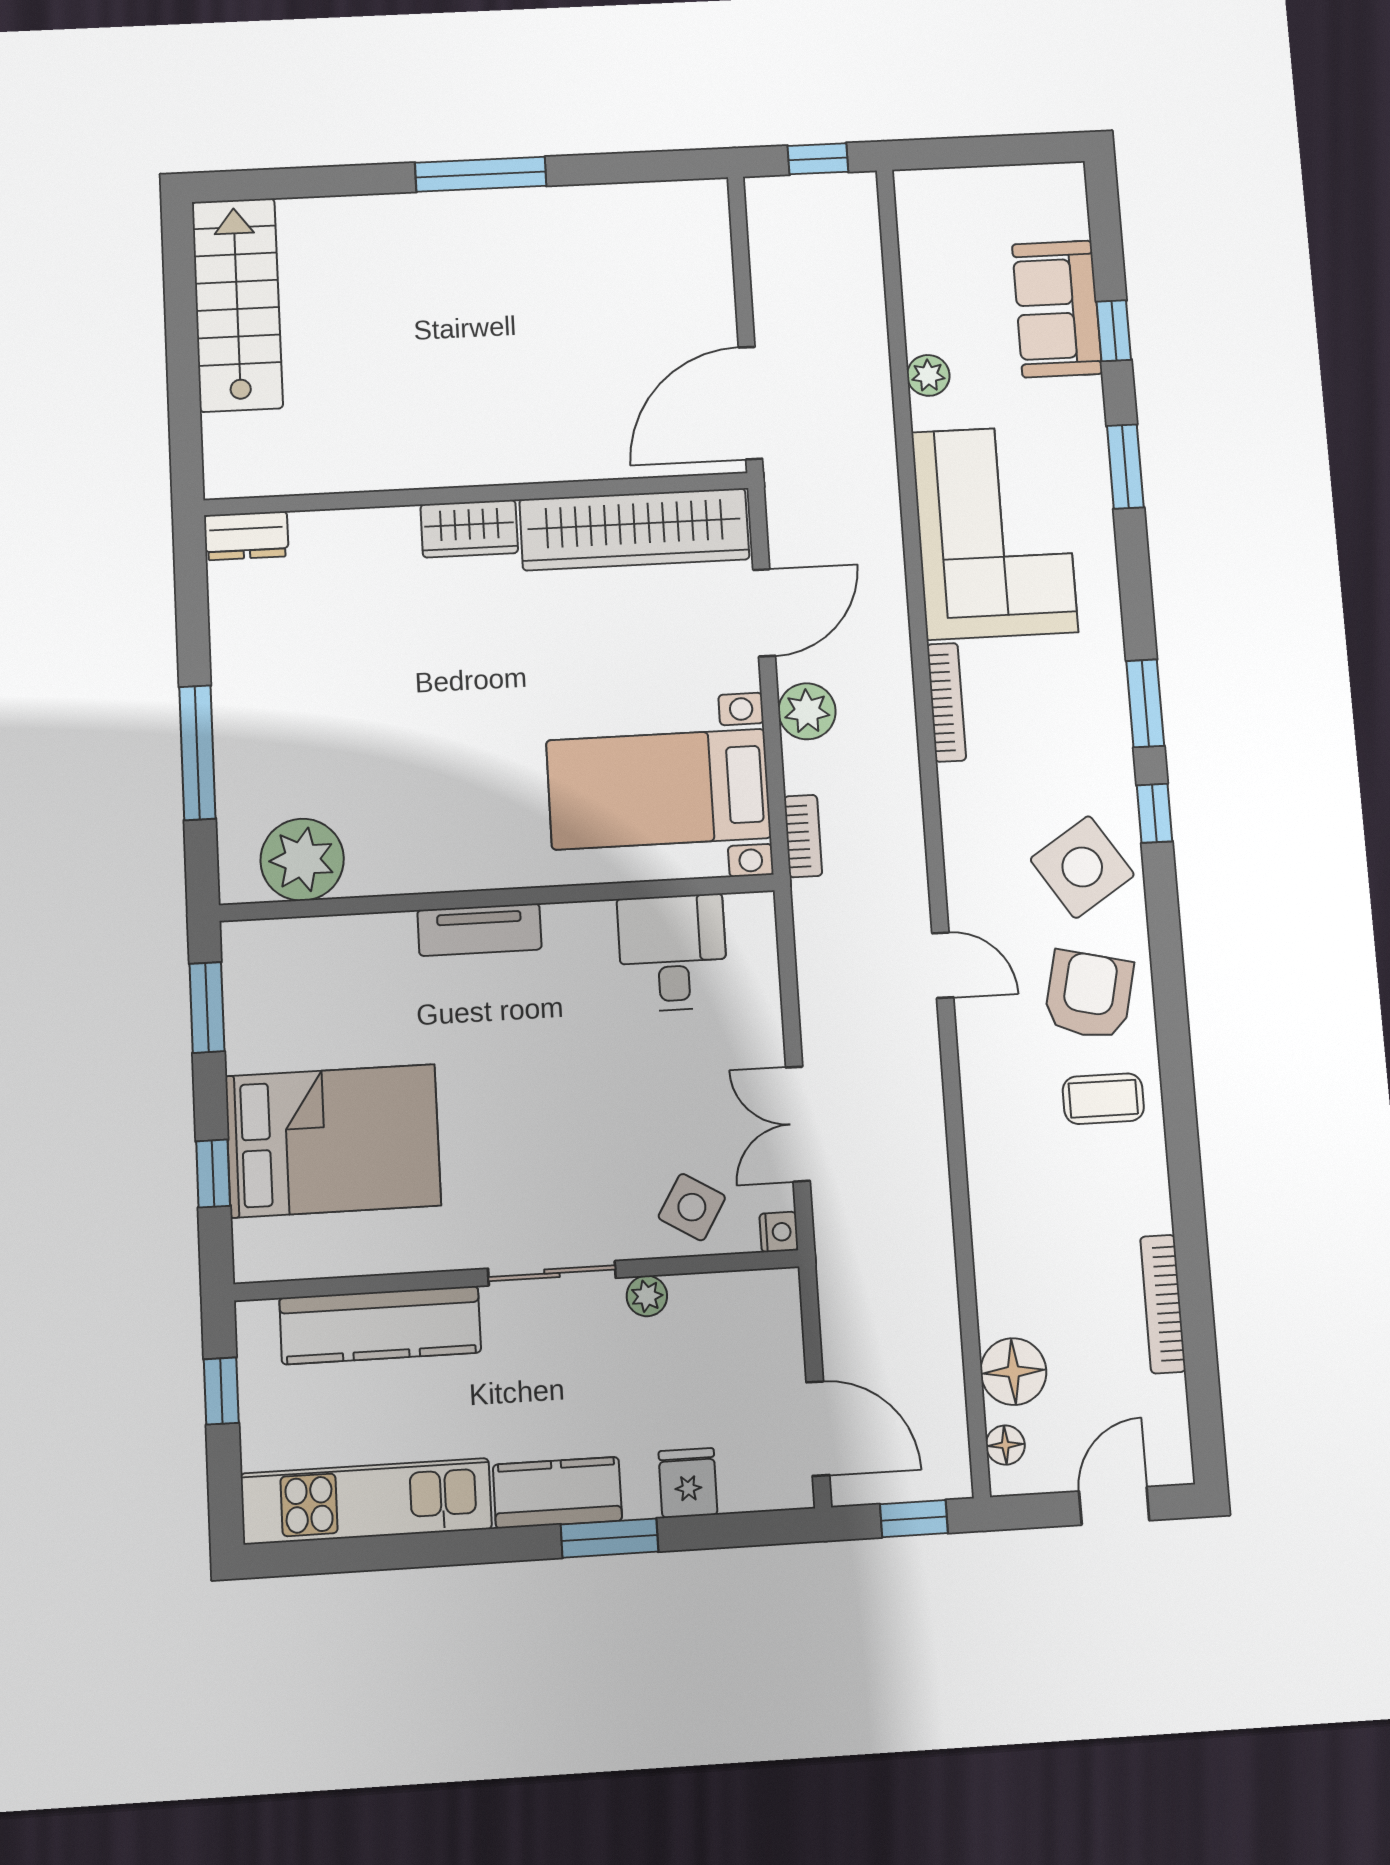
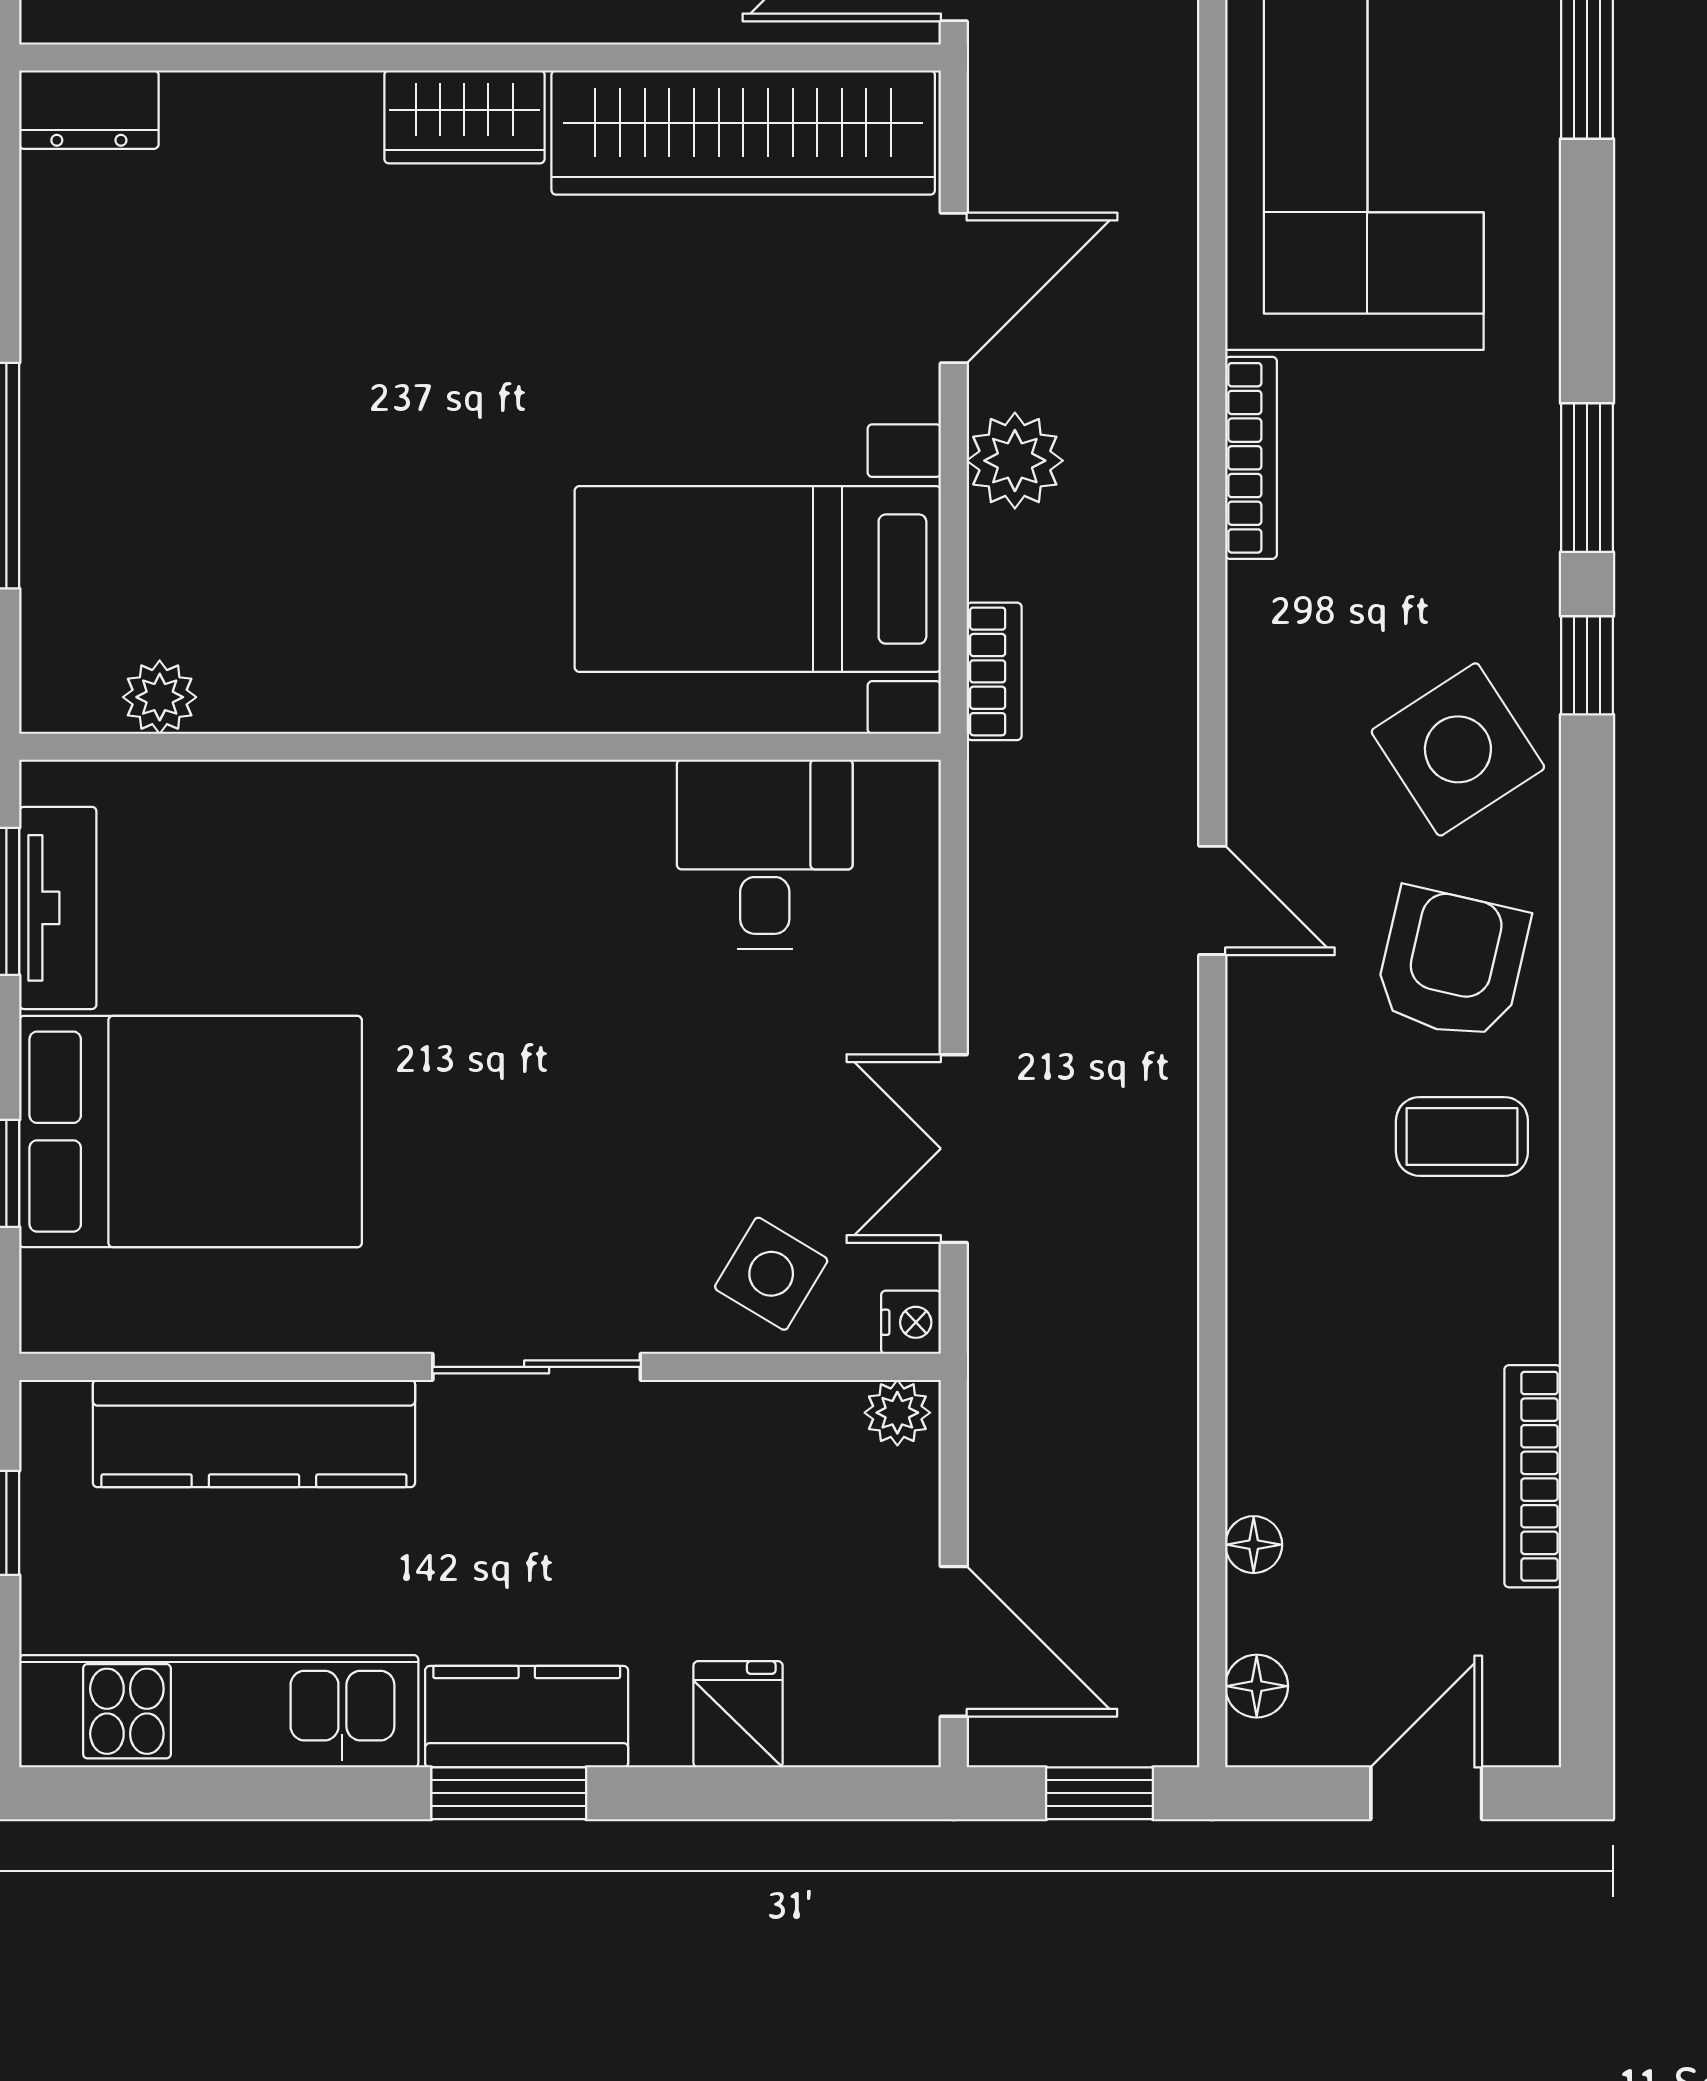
plant: (302, 860) -> (160, 697), width x0.53, depth x0.53
tv unit: (479, 930) -> (58, 908), moved, turned -90
plant: (647, 1296) -> (897, 1413), moved
floor lamp: (1013, 1372) -> (1254, 1545), width x0.53, depth x0.53
window: (610, 1538) -> (509, 1793), moved

